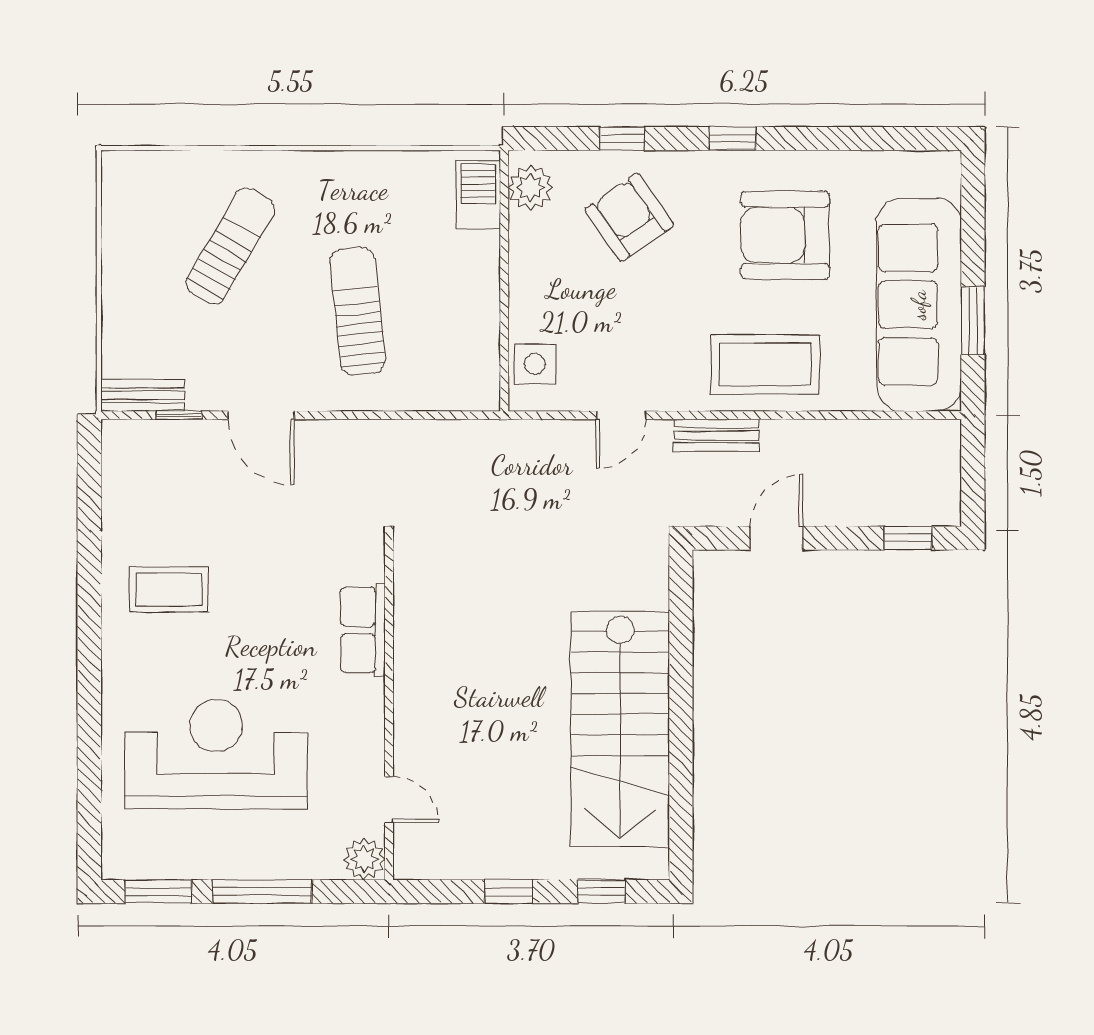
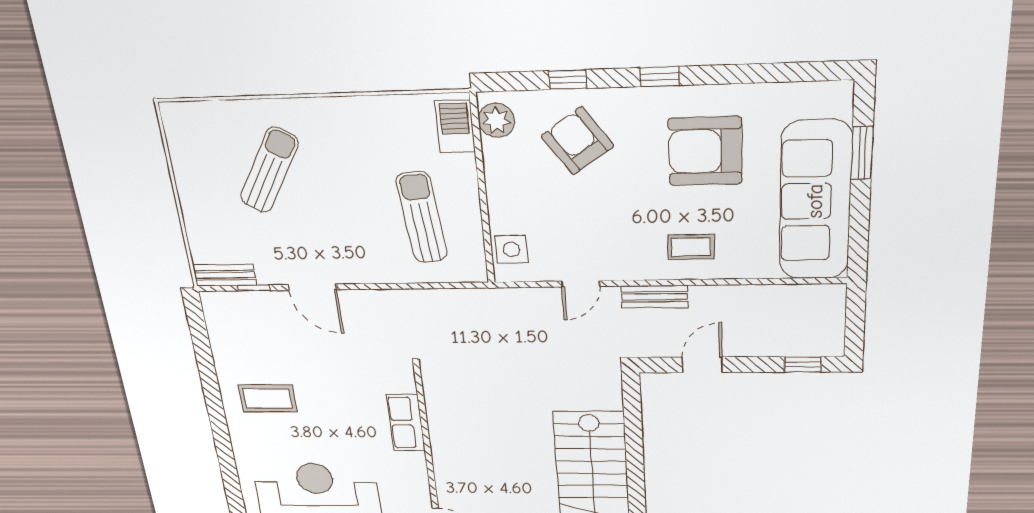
sun lounger: (358, 311) -> (422, 217), moved
window: (973, 321) -> (862, 153), moved
coffee table: (765, 365) -> (691, 247), width x0.54, depth x0.58

